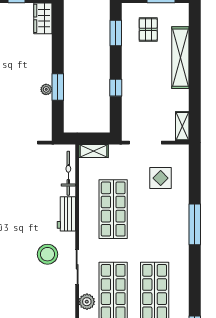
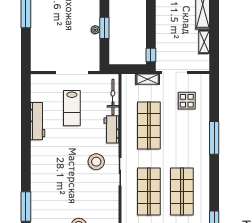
window: (116, 88) -> (151, 55), moved
shelving: (182, 126) -> (204, 42), moved
shelving: (93, 151) -> (148, 79), moved
lab bench: (17, 187) -> (72, 108), added
plant: (87, 302) -> (128, 200), removed

